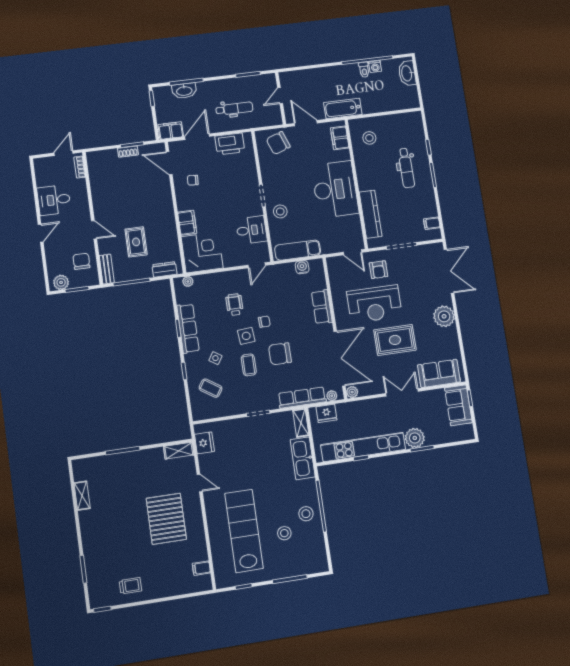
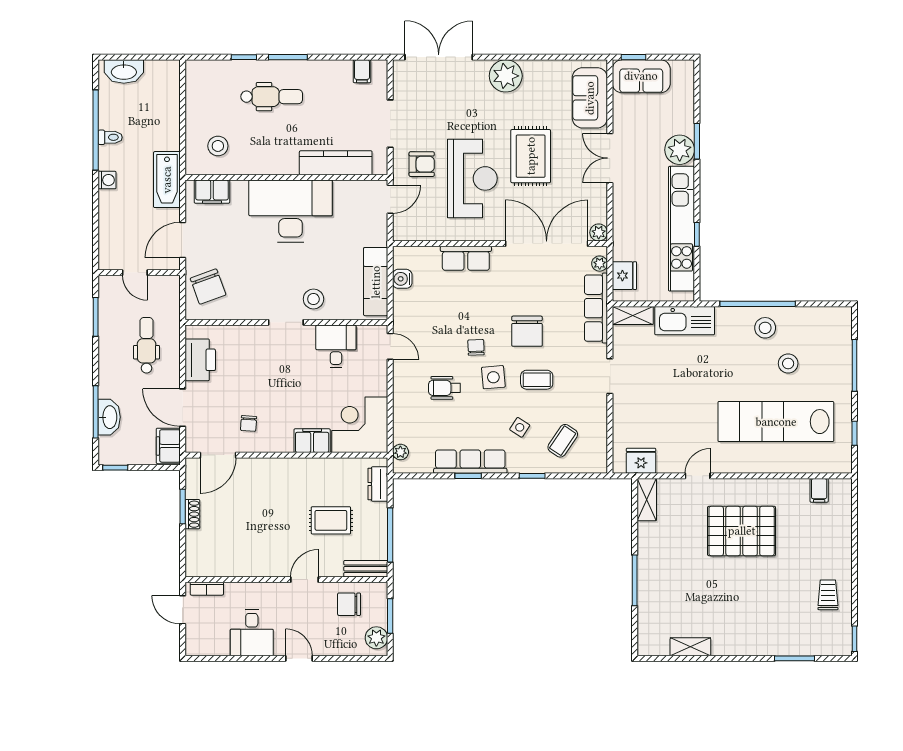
washing machine: (375, 66) -> (107, 180), moved

